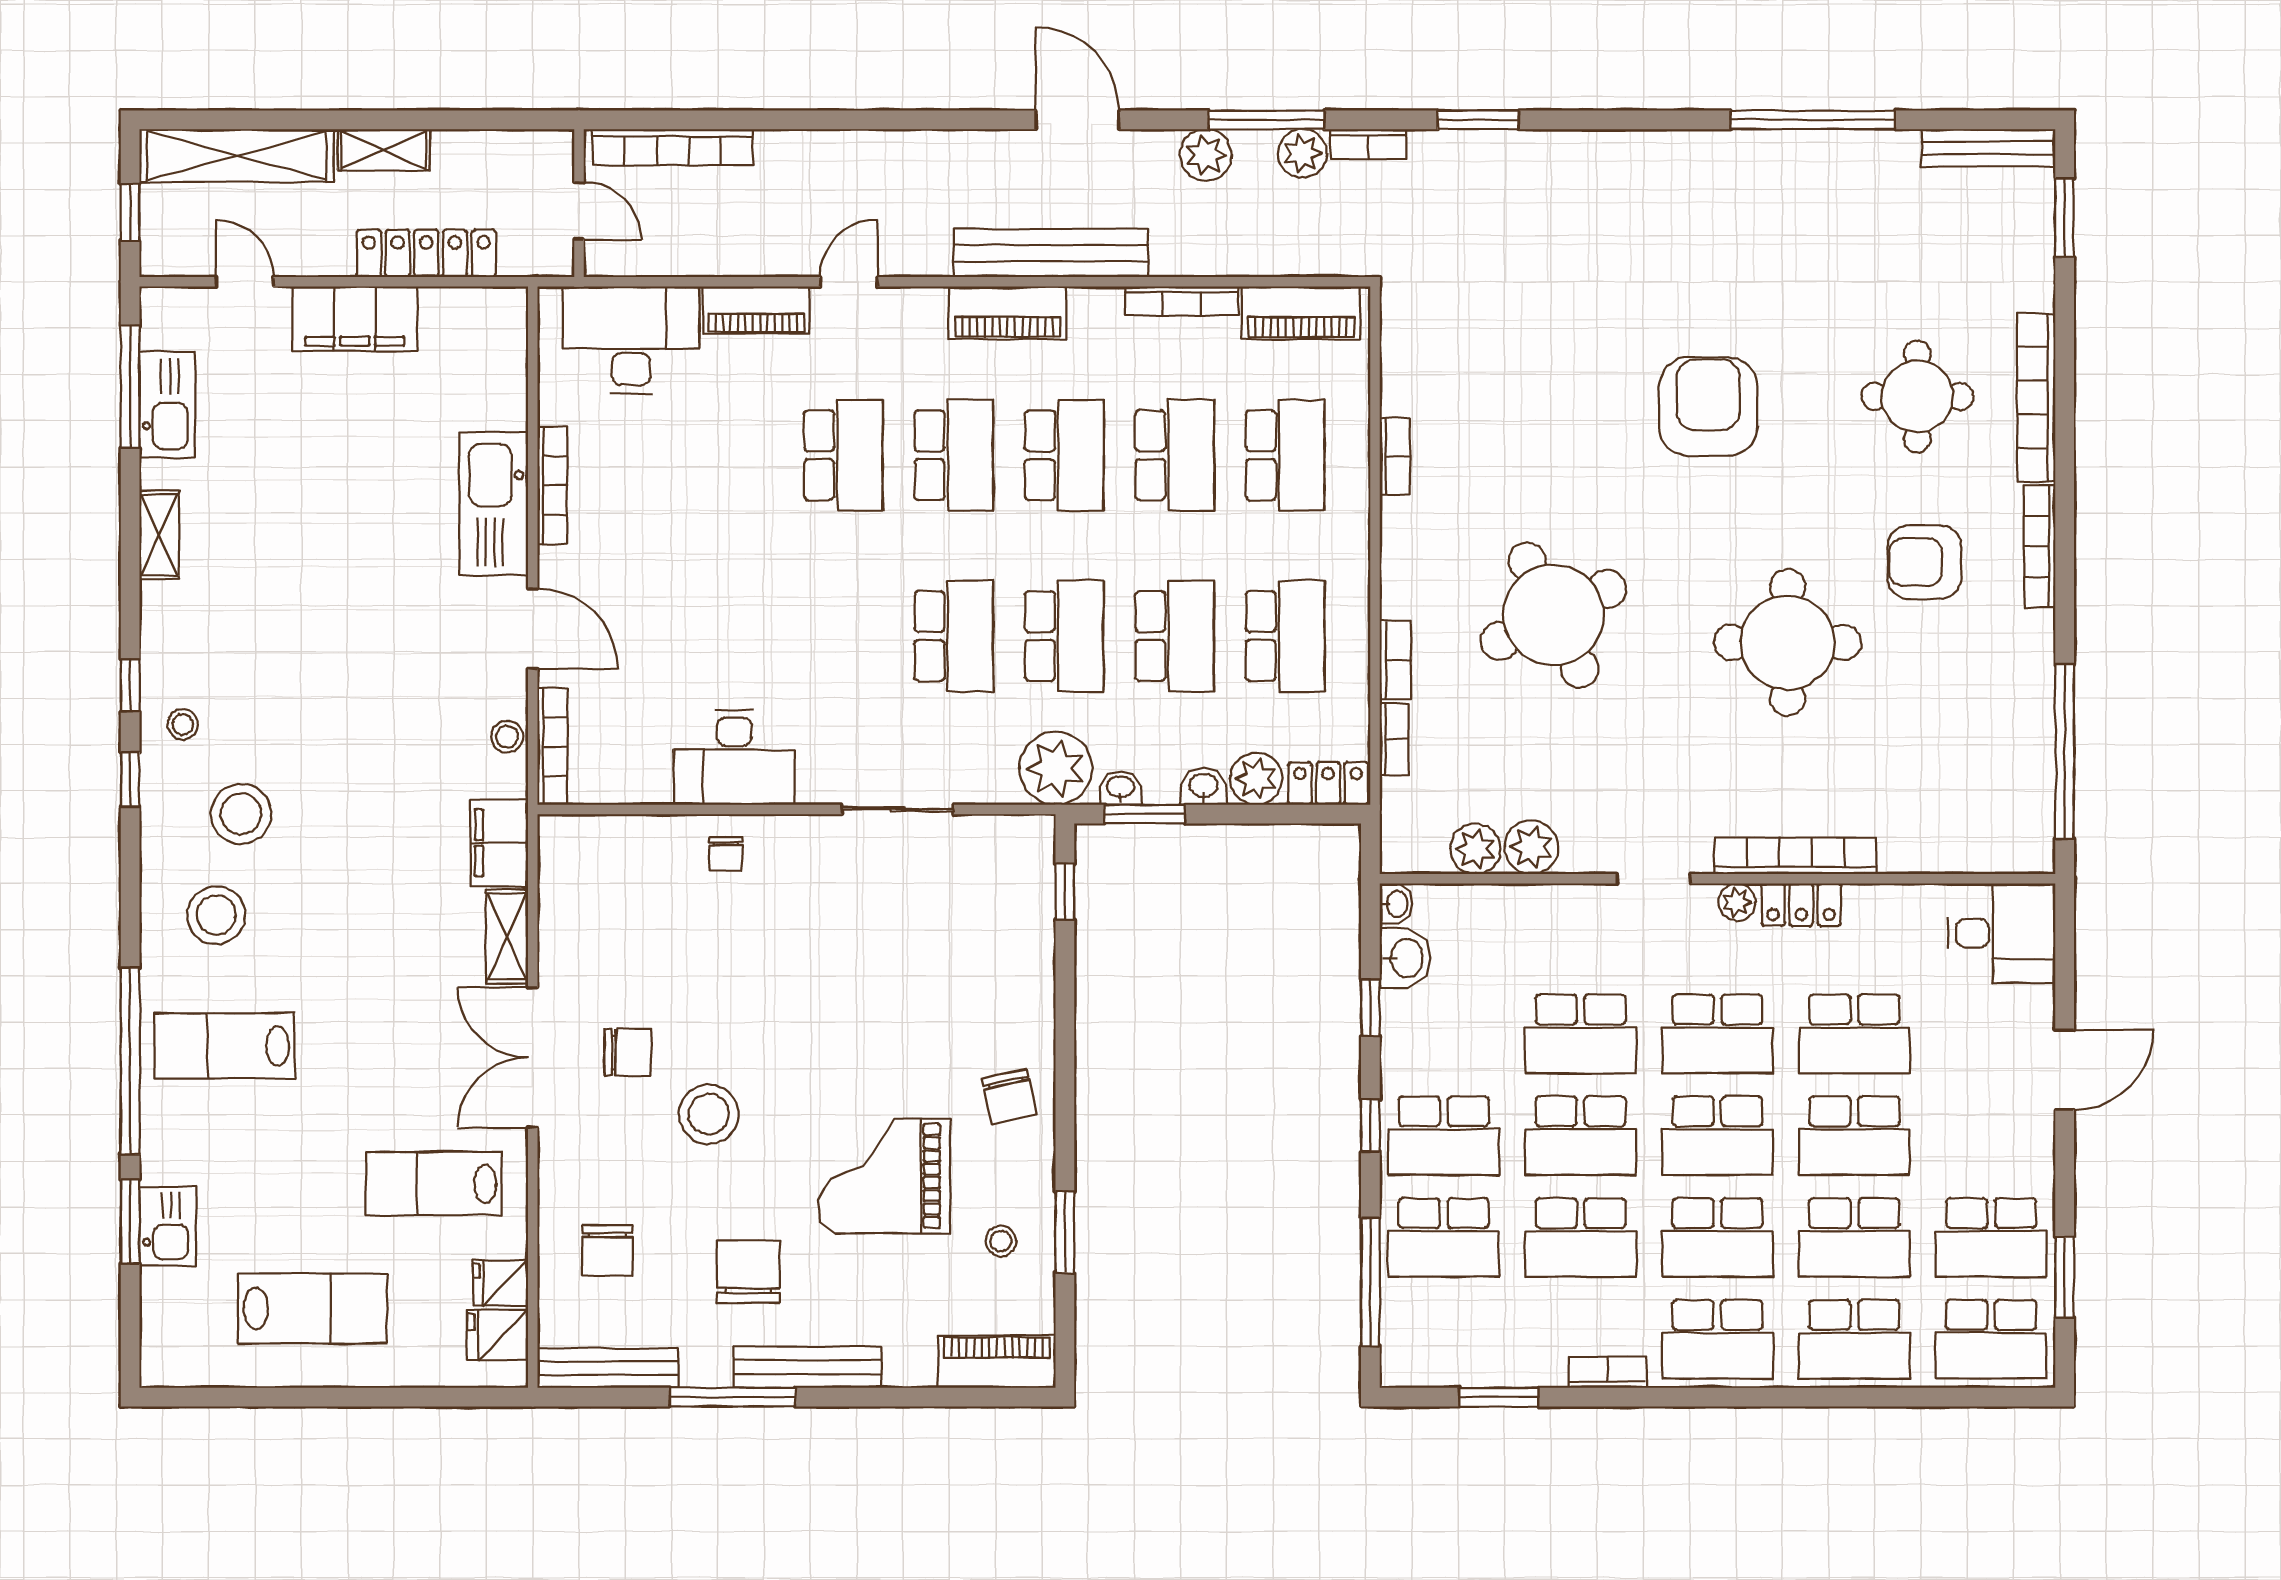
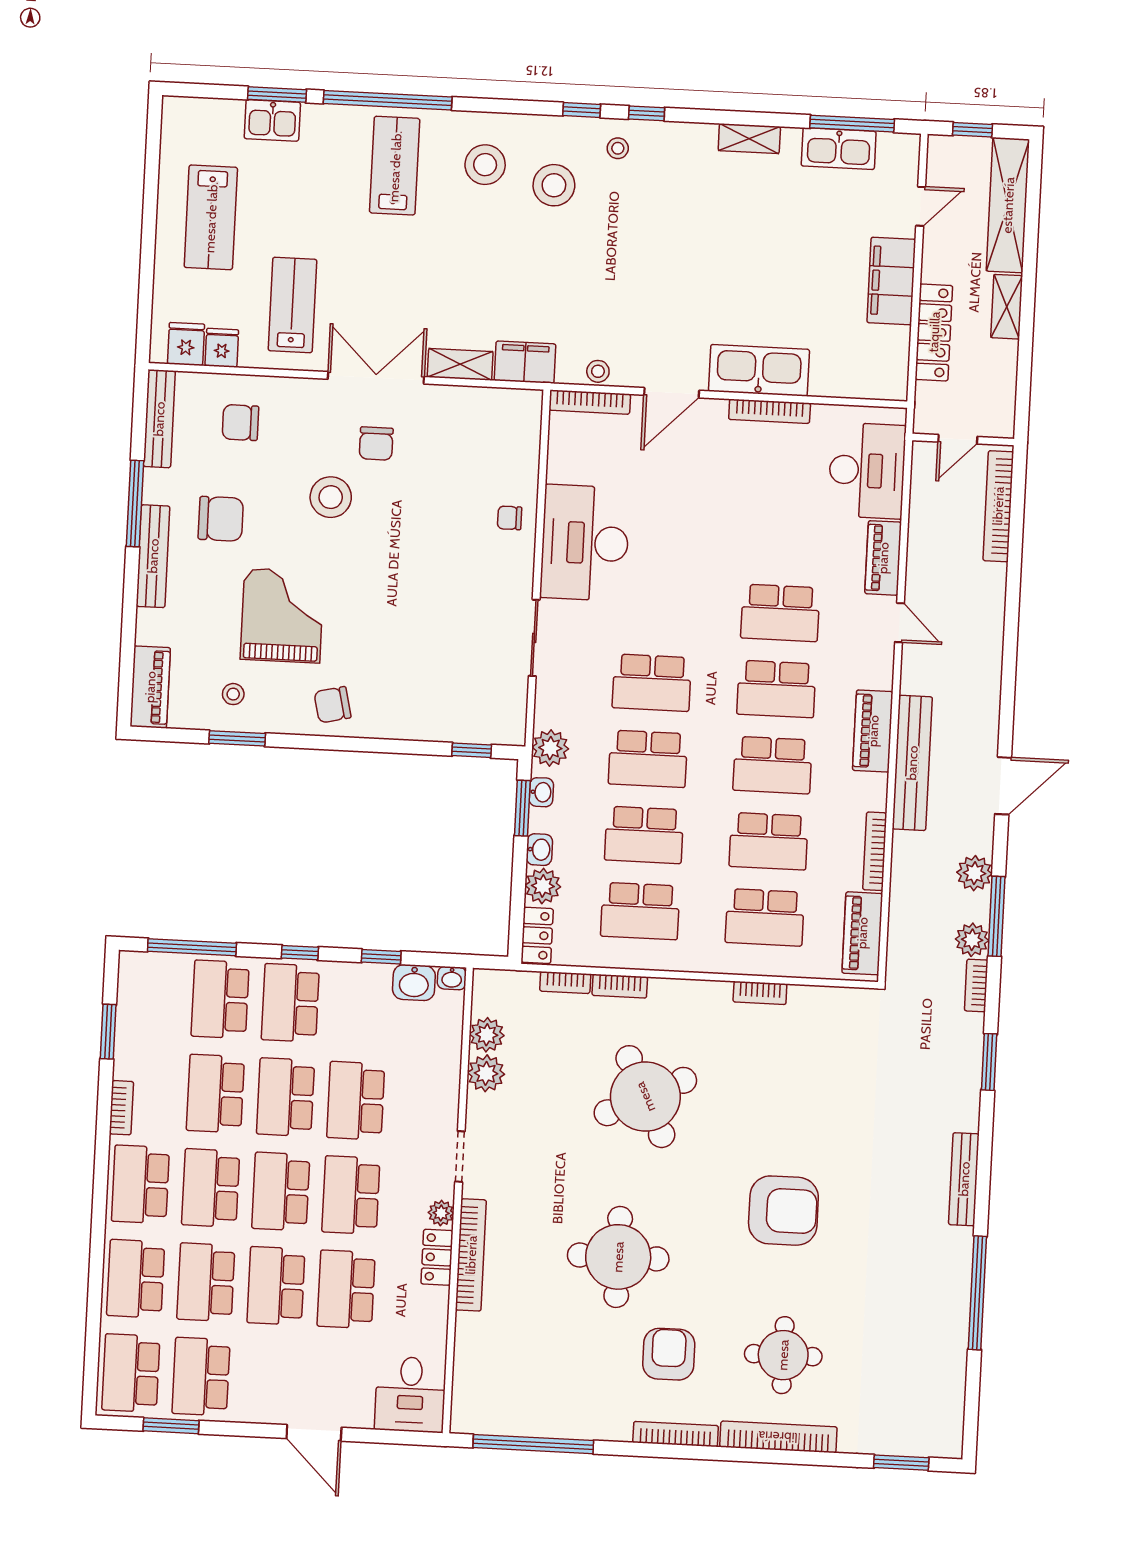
bench: (1988, 148) -> (964, 1179), moved
desk: (734, 757) -> (585, 543), width x1.36, depth x1.30
plant: (1056, 768) -> (550, 748), width x0.73, depth x0.73

